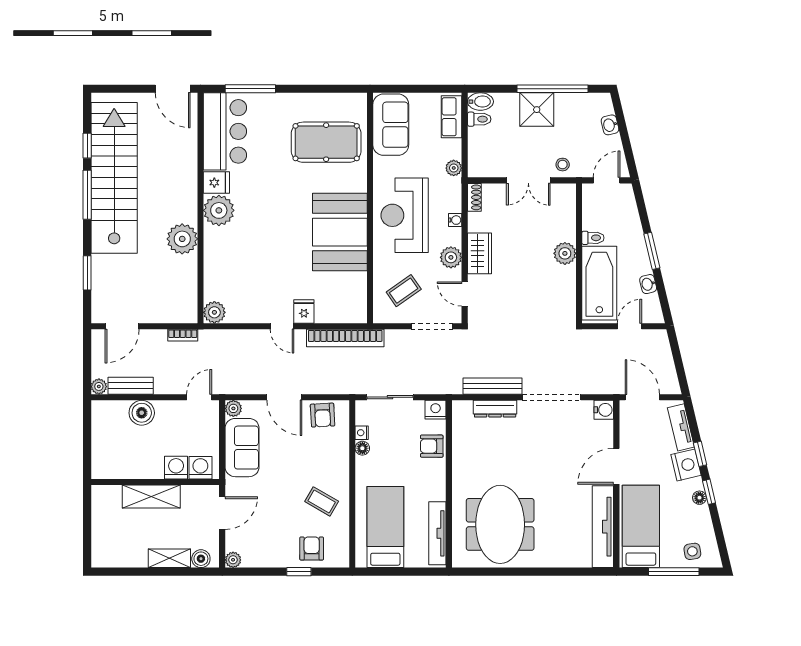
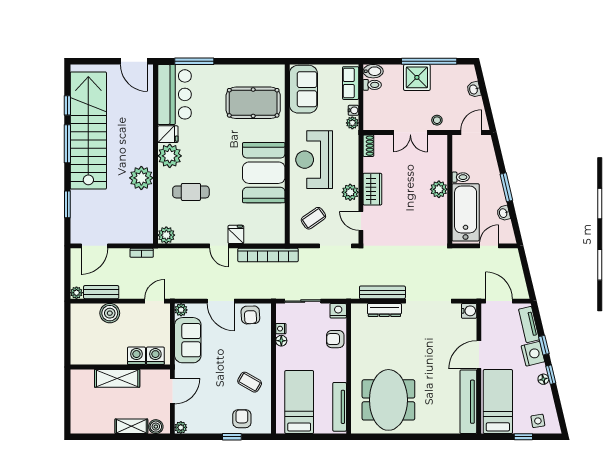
water cooler: (455, 220) -> (353, 110), moved
cafe table: (246, 257) -> (191, 192), added
window: (674, 572) -> (523, 437), width x0.46

